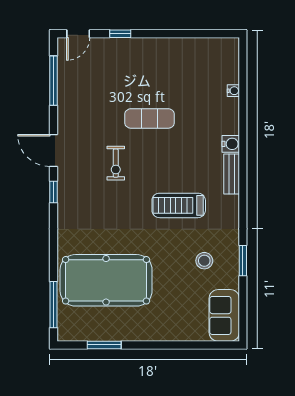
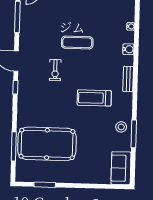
water cooler: (231, 144) -> (128, 49), moved
stool: (204, 261) -> (121, 127), moved
window: (243, 261) -> (134, 134), width x1.44
window: (54, 305) -> (14, 146), moved

